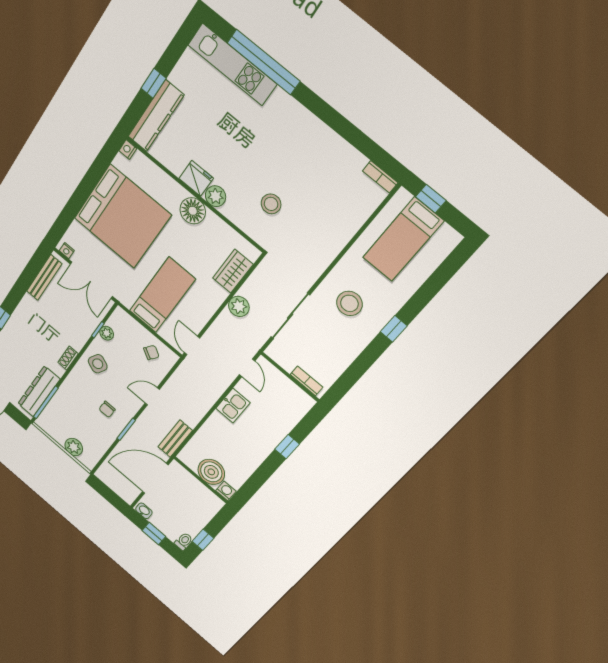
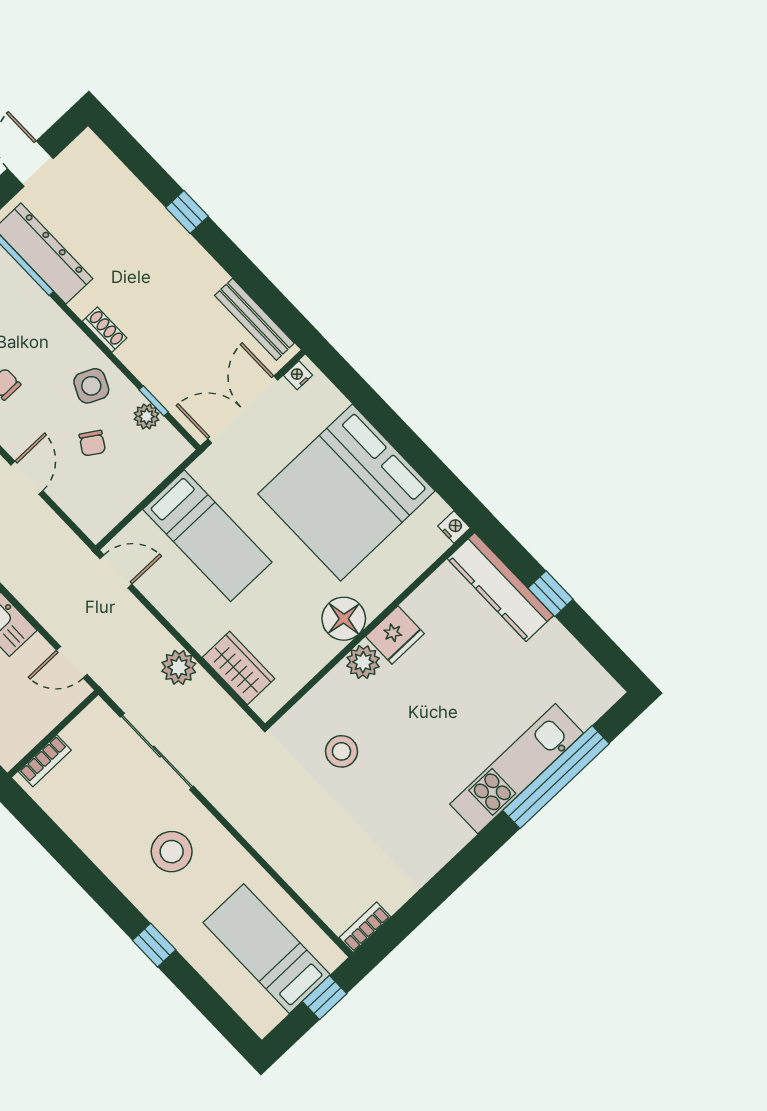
kitchen unit: (232, 64) -> (517, 769), moved
window: (394, 329) -> (154, 945), moved
chair: (151, 352) -> (92, 443), moved

